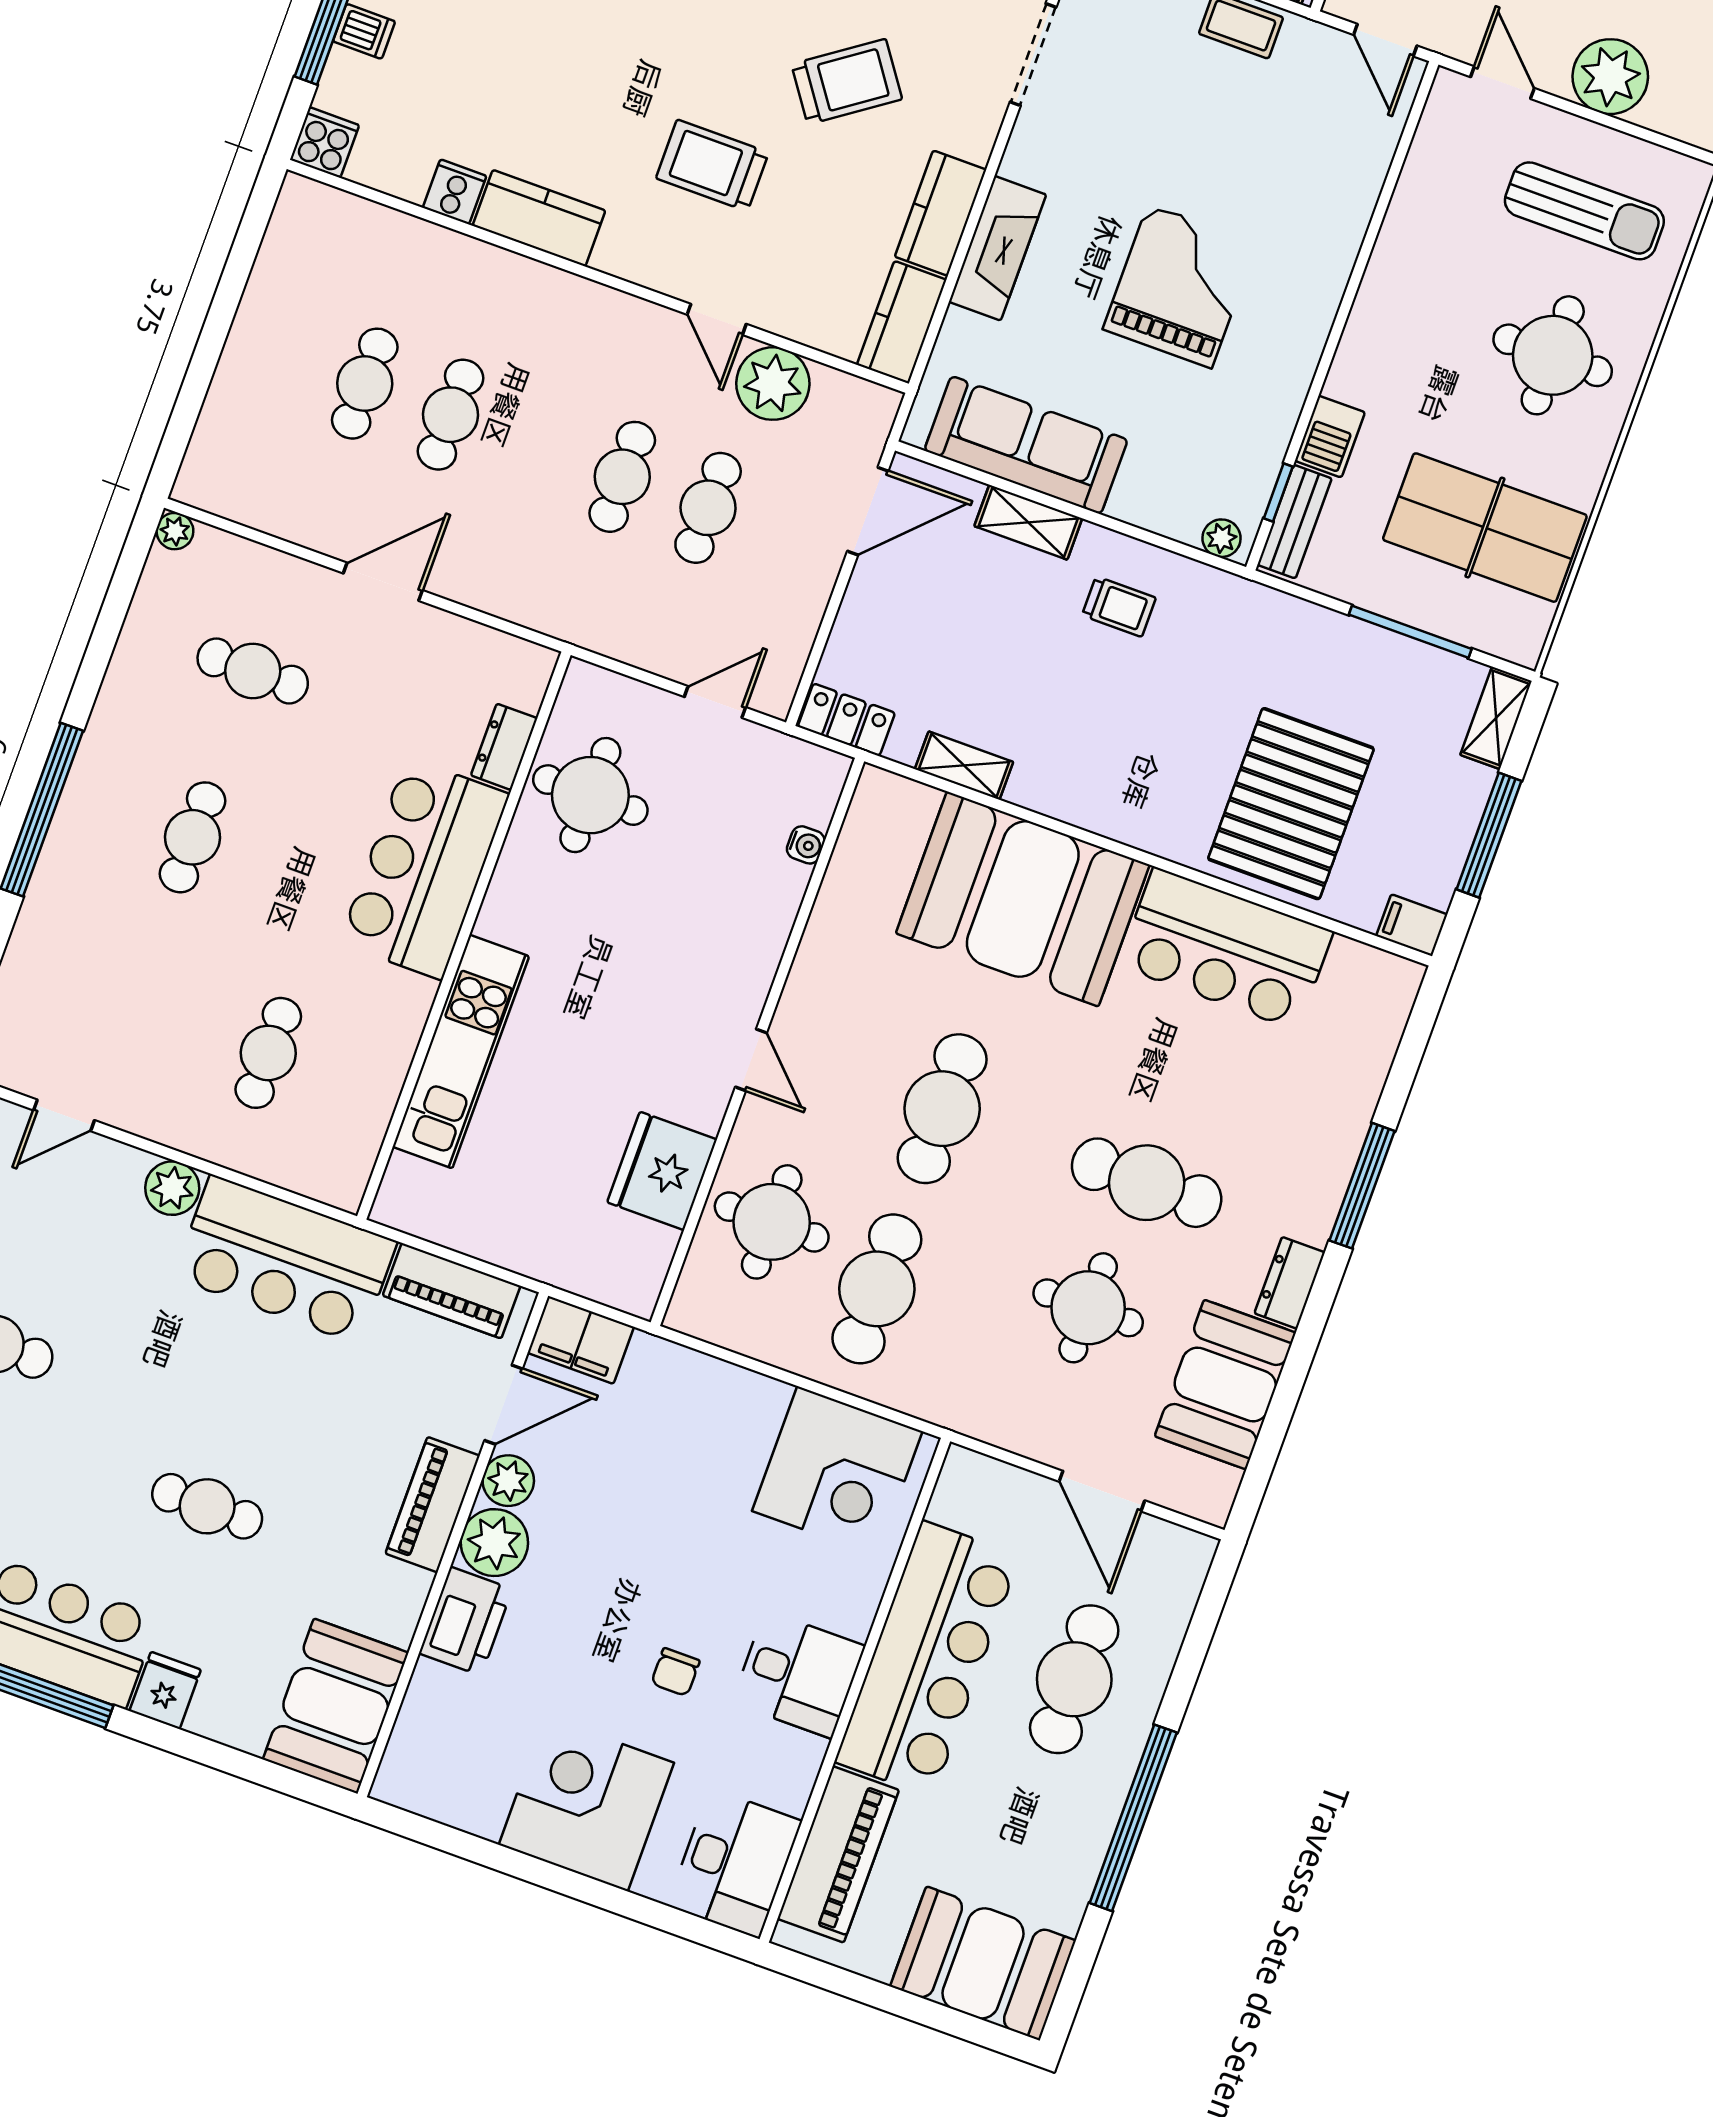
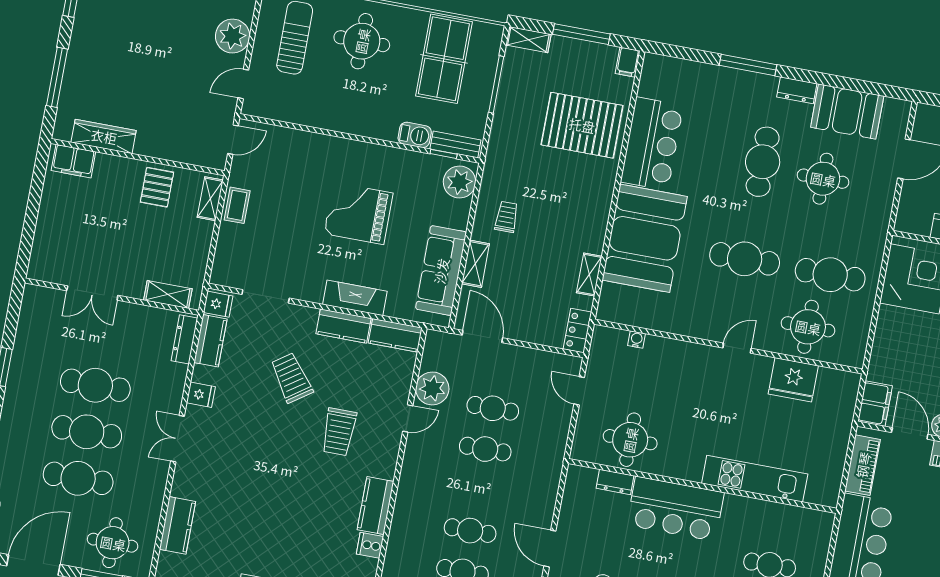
plant: (1222, 538) -> (459, 182), width x1.88, depth x1.88

